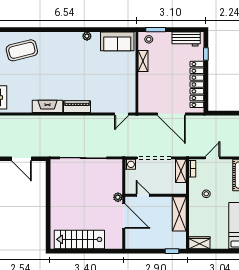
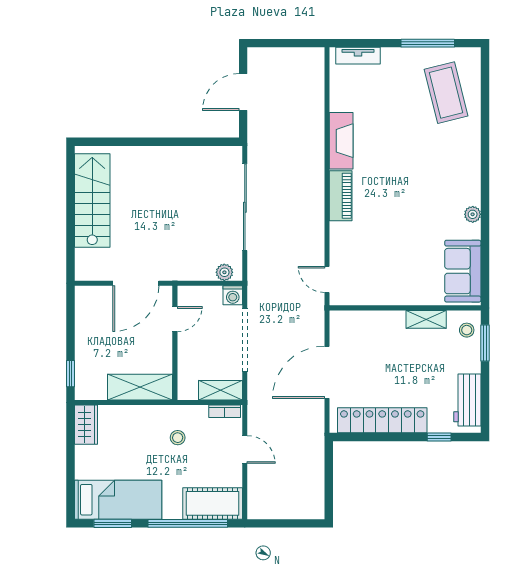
plant: (118, 197) -> (224, 272), moved

